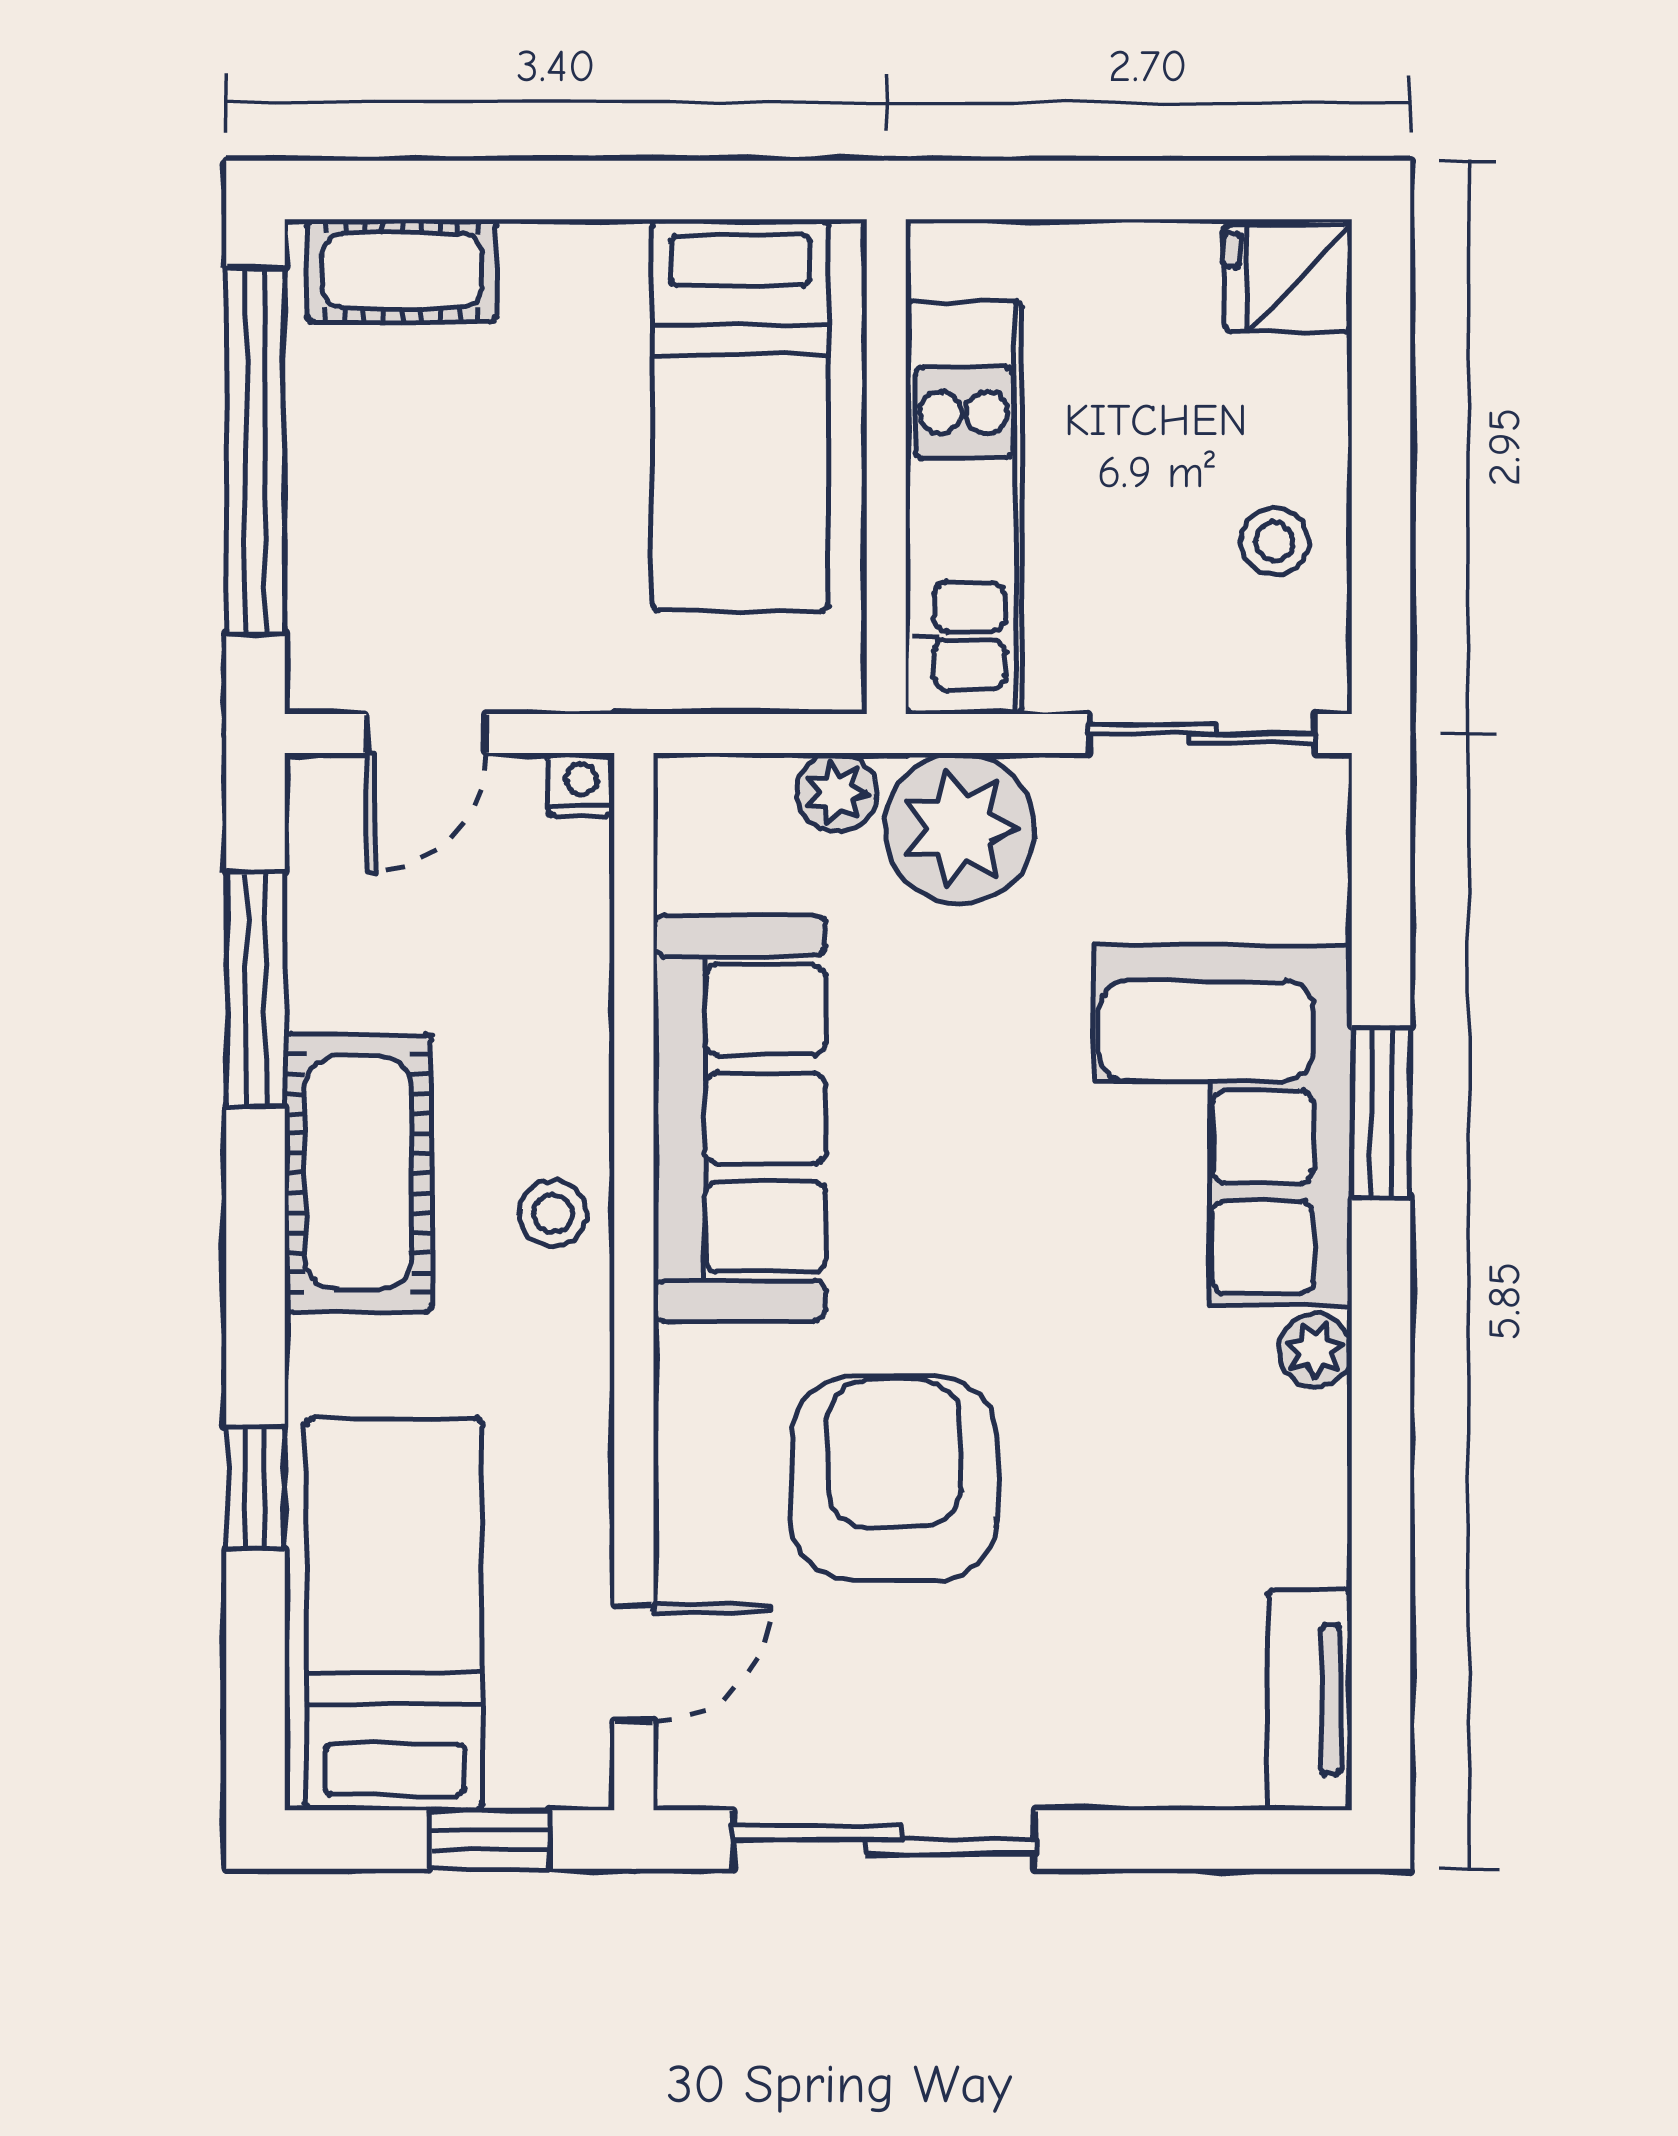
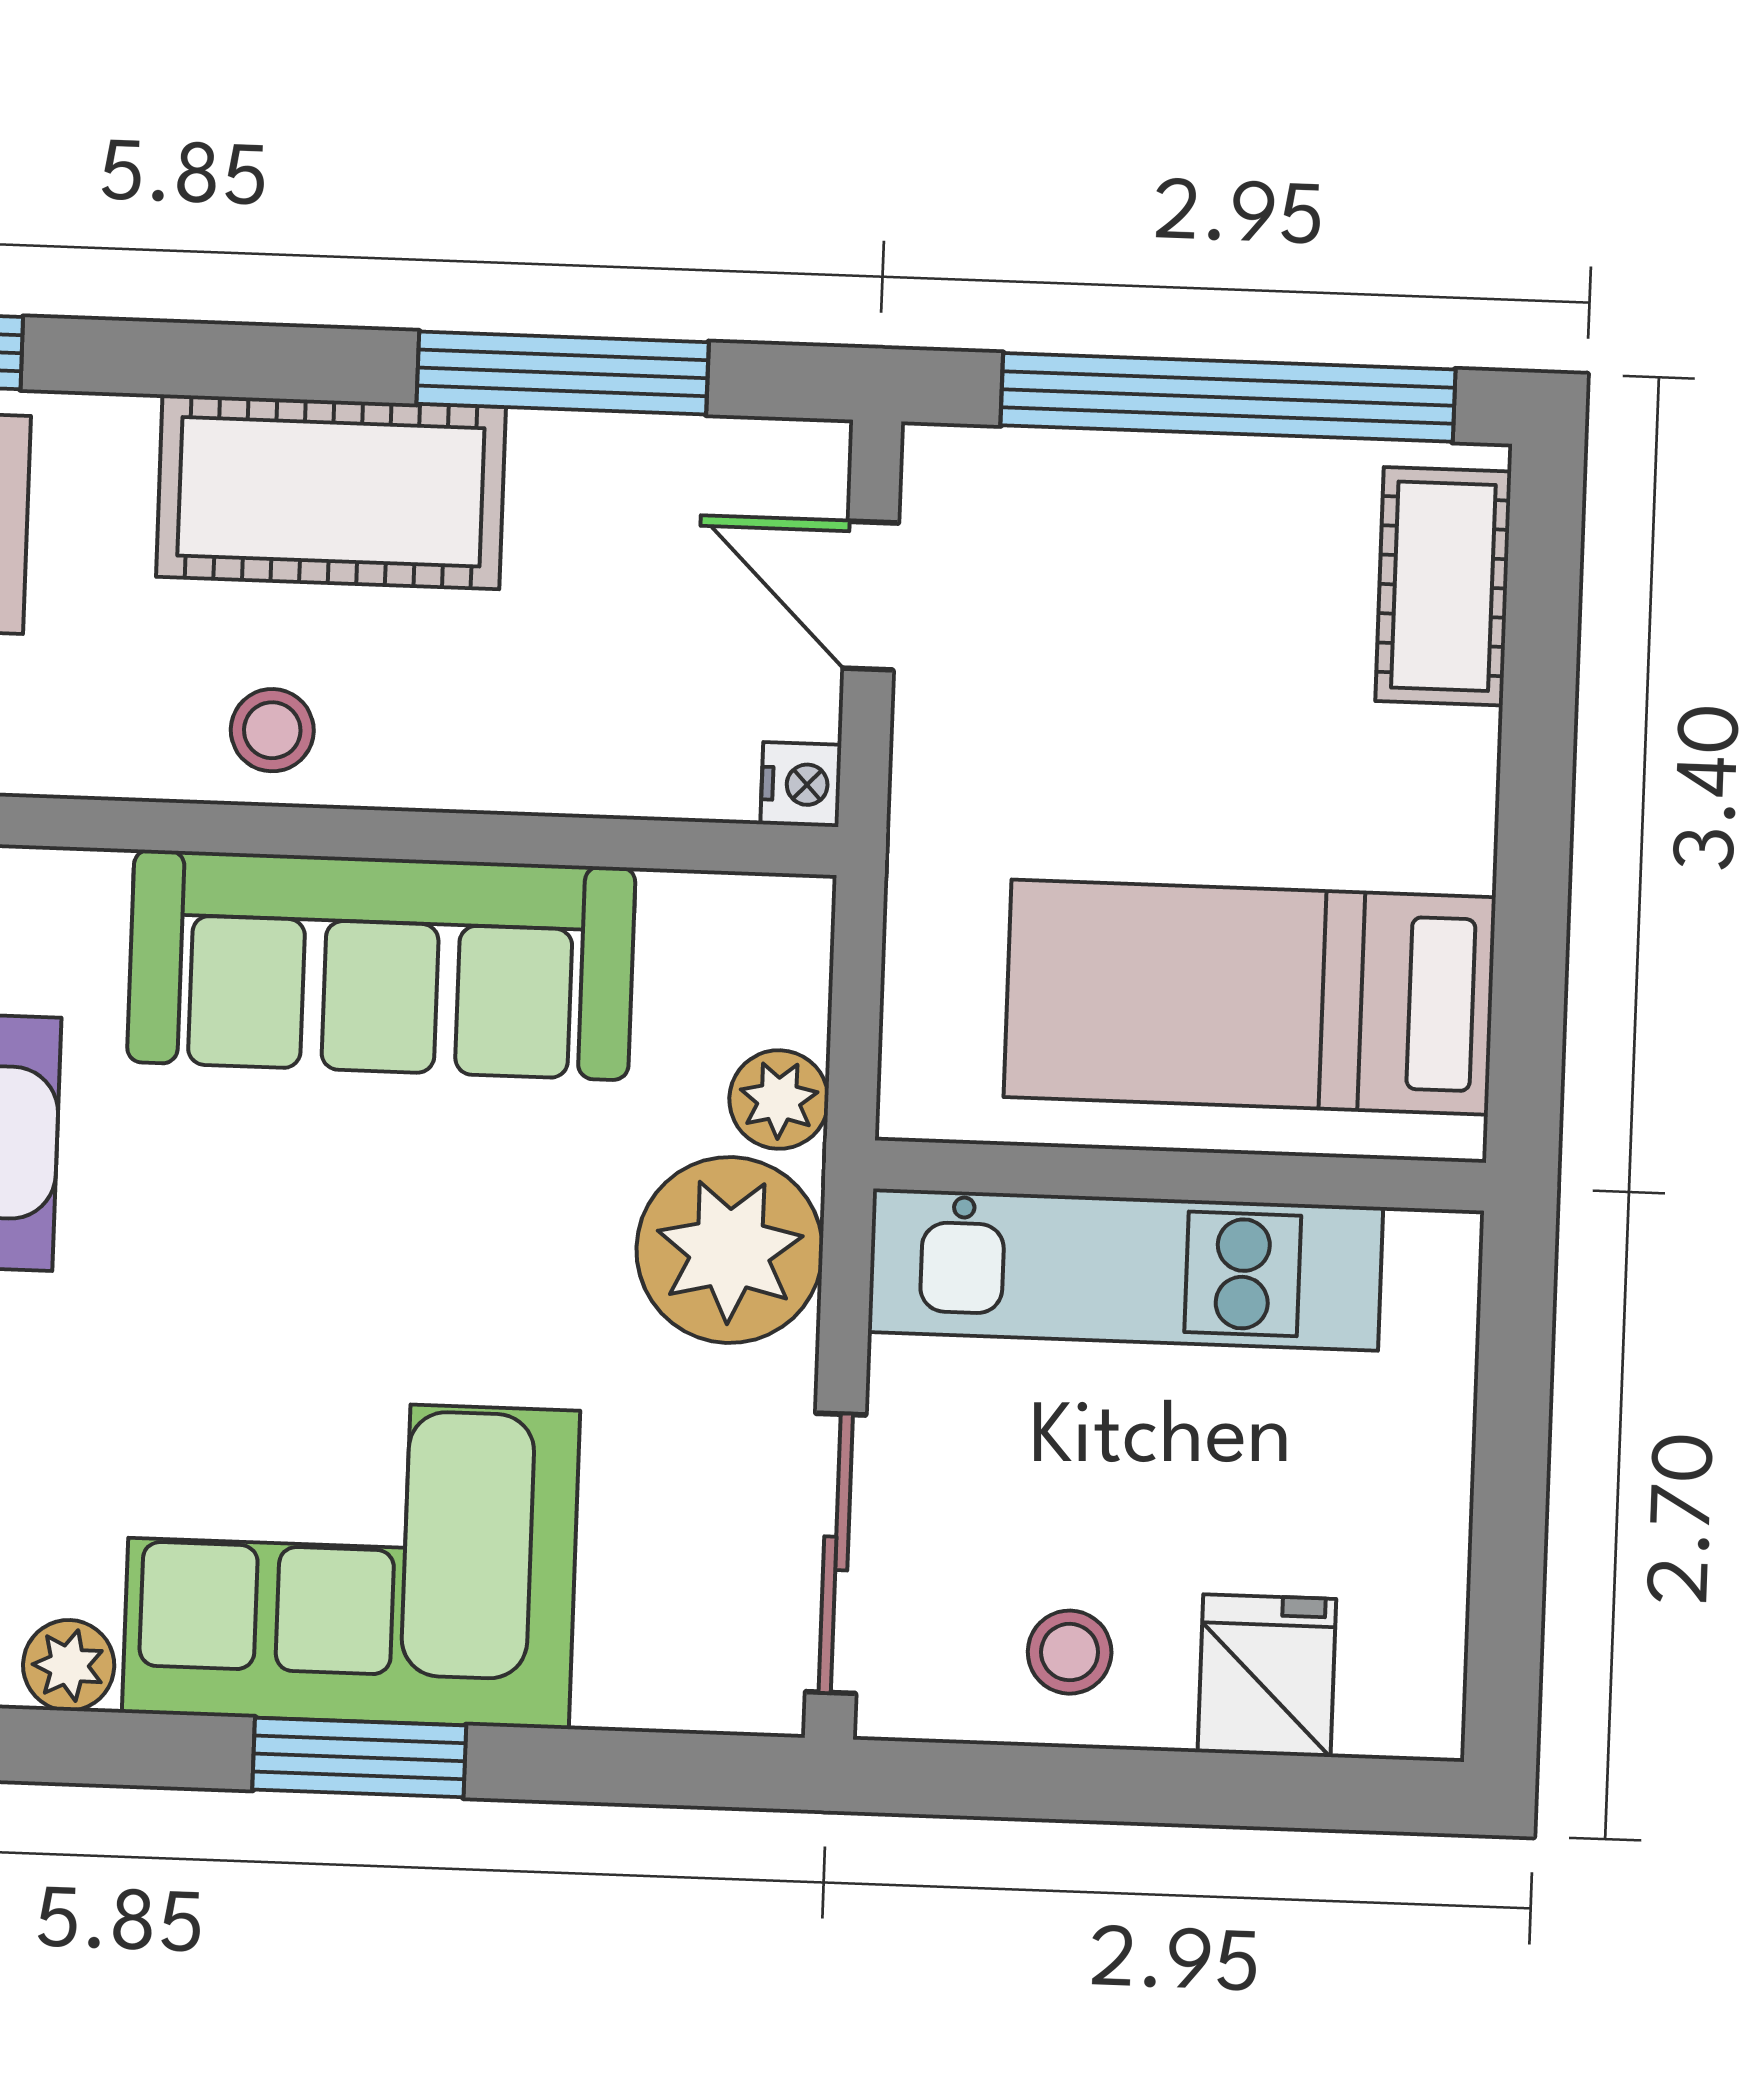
fridge: (1288, 278) -> (1267, 1676), moved

